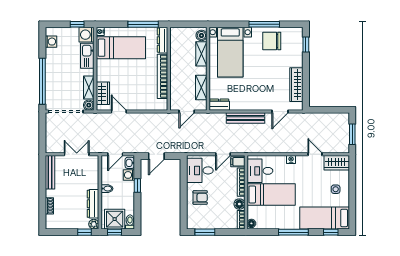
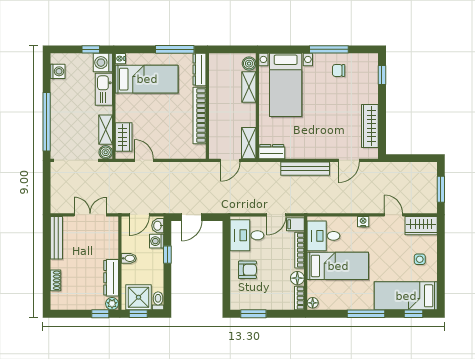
chair: (272, 41) -> (339, 70), width x0.54, depth x0.54
shelving: (201, 88) -> (249, 143), moved

